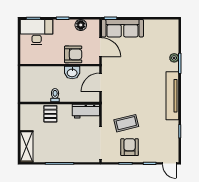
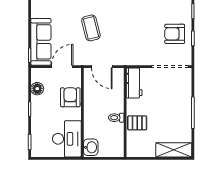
desk: (37, 32) -> (67, 139), moved, turned 180
washbasin: (72, 73) -> (91, 147), moved
coffee table: (126, 123) -> (91, 28), moved

